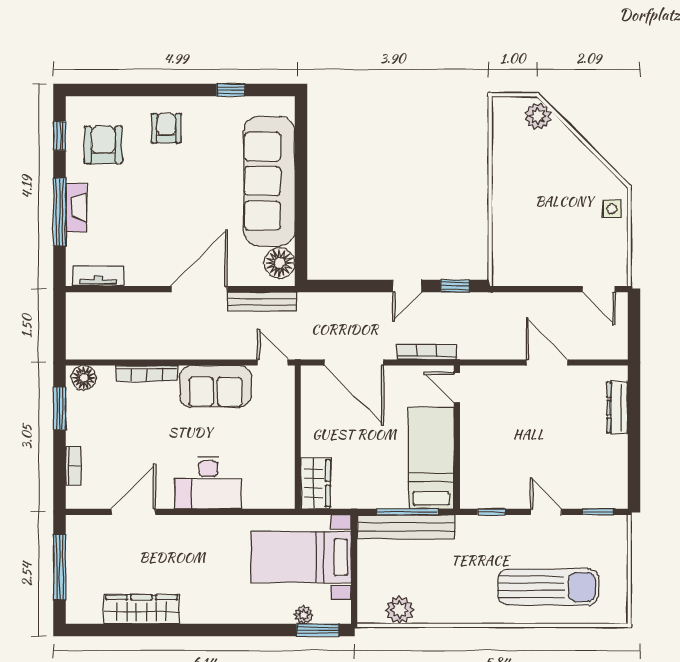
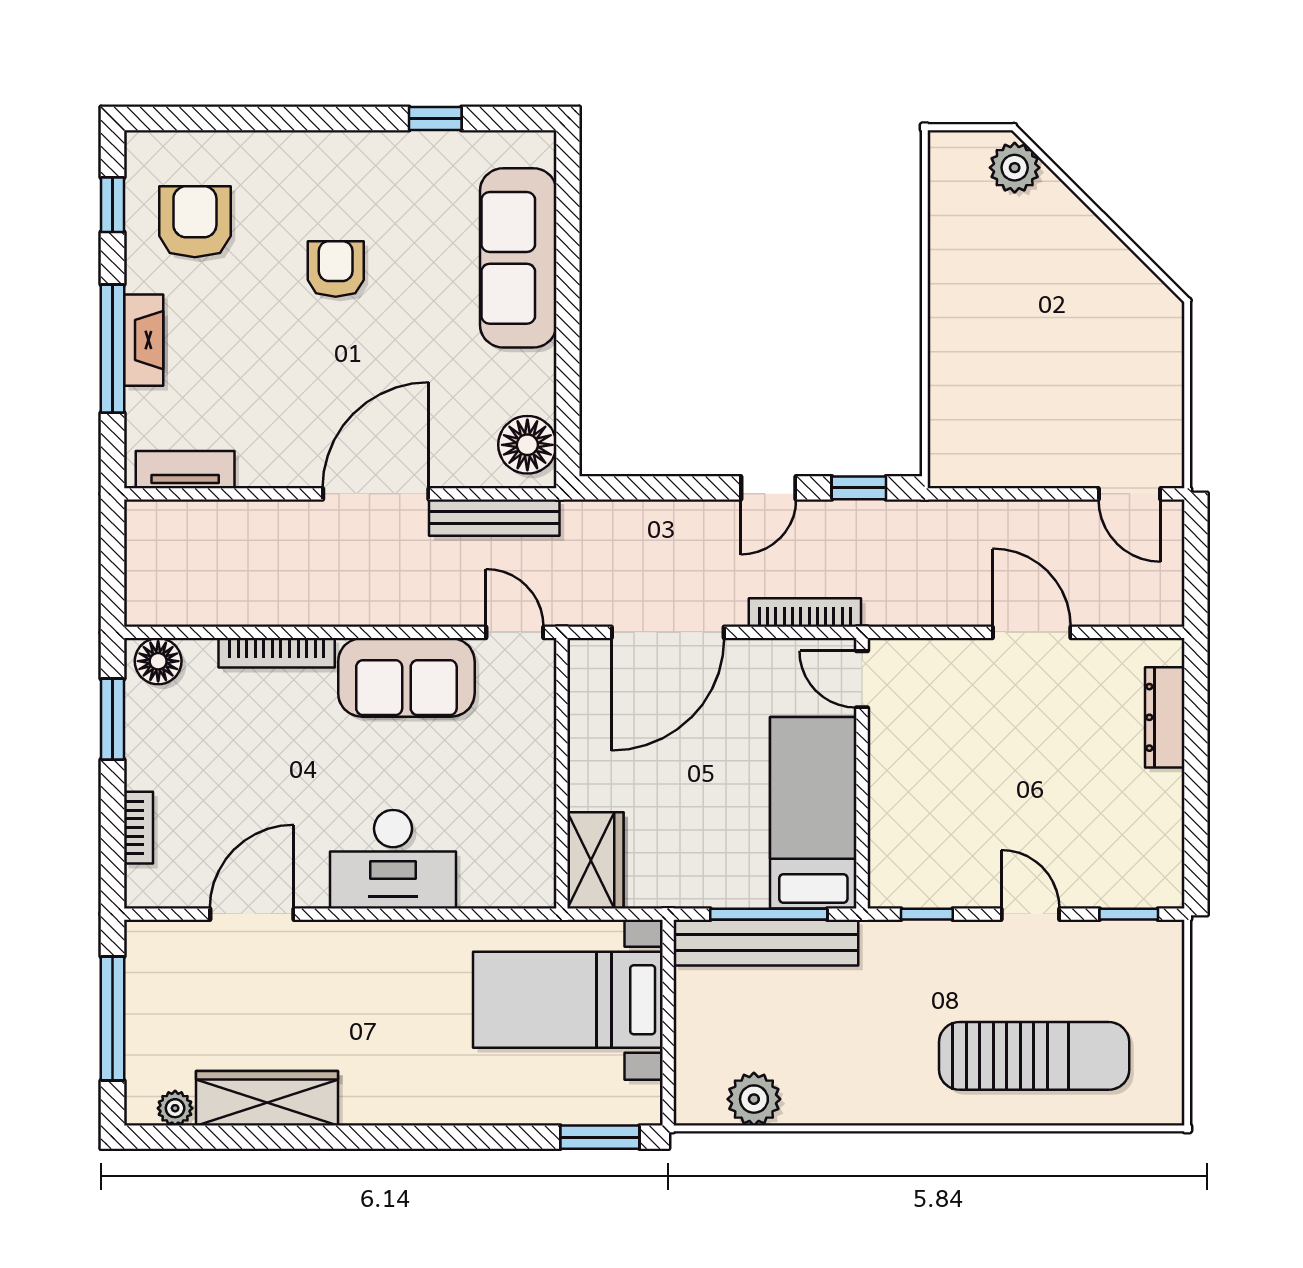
armchair: (166, 128) -> (336, 269), moved
sofa: (269, 181) -> (518, 258), width x0.74, depth x0.79
side table: (612, 209) -> (1154, 343), removed
door: (354, 363) -> (668, 632), hinge flipped
plant: (304, 615) -> (175, 1108), moved

